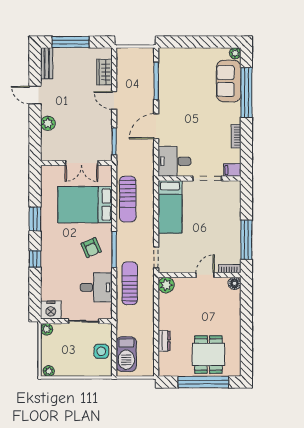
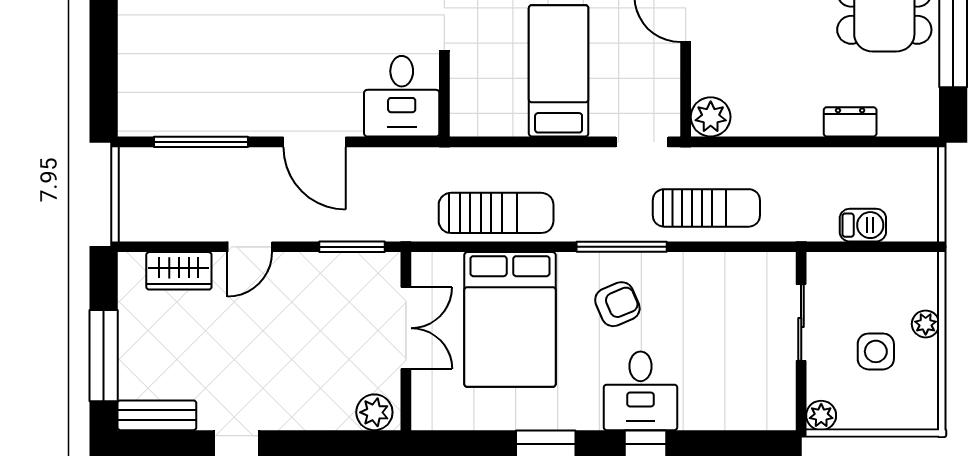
plant: (48, 123) -> (374, 412), moved
bed: (170, 207) -> (559, 71), moved, turned -90
sun lounger: (130, 283) -> (706, 208), turned 180
desk: (96, 287) -> (641, 391), moved, turned 180
nightstand: (51, 310) -> (773, 405), removed
side table: (101, 351) -> (876, 351), moved
barbecue: (126, 354) -> (863, 225), width x0.53, depth x0.65
plant: (49, 371) -> (926, 324), moved

